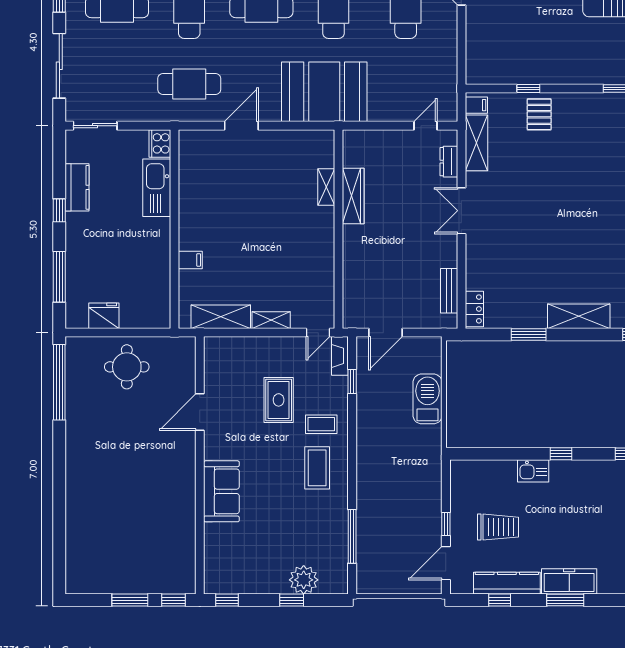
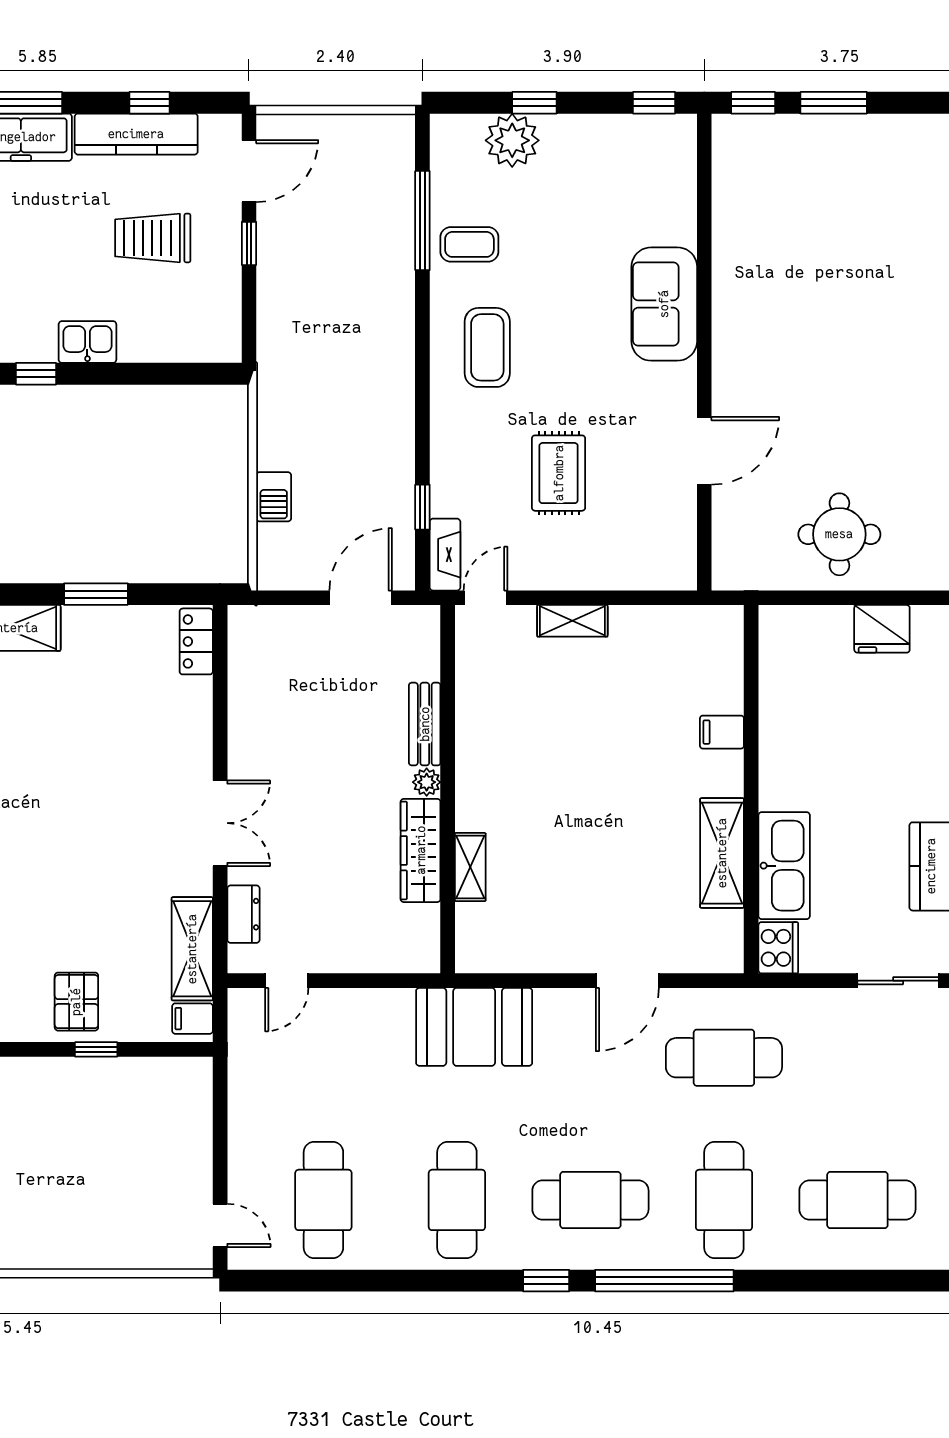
booth: (324, 92) -> (474, 1027), width x0.73, depth x0.70
plant: (350, 233) -> (427, 782), added
bench: (449, 291) -> (425, 724), moved
shelving: (221, 317) -> (722, 853), moved, turned 90
barbecue: (428, 399) -> (274, 497), width x0.53, depth x0.65
coffee table: (321, 424) -> (469, 244), moved

